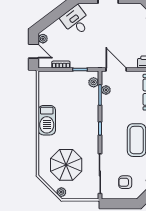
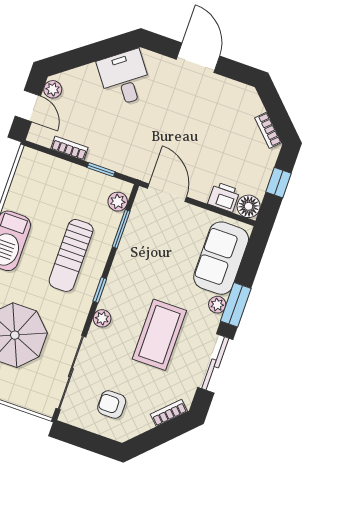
plant: (106, 90) -> (102, 318), moved
sun lounger: (80, 117) -> (71, 255), added

